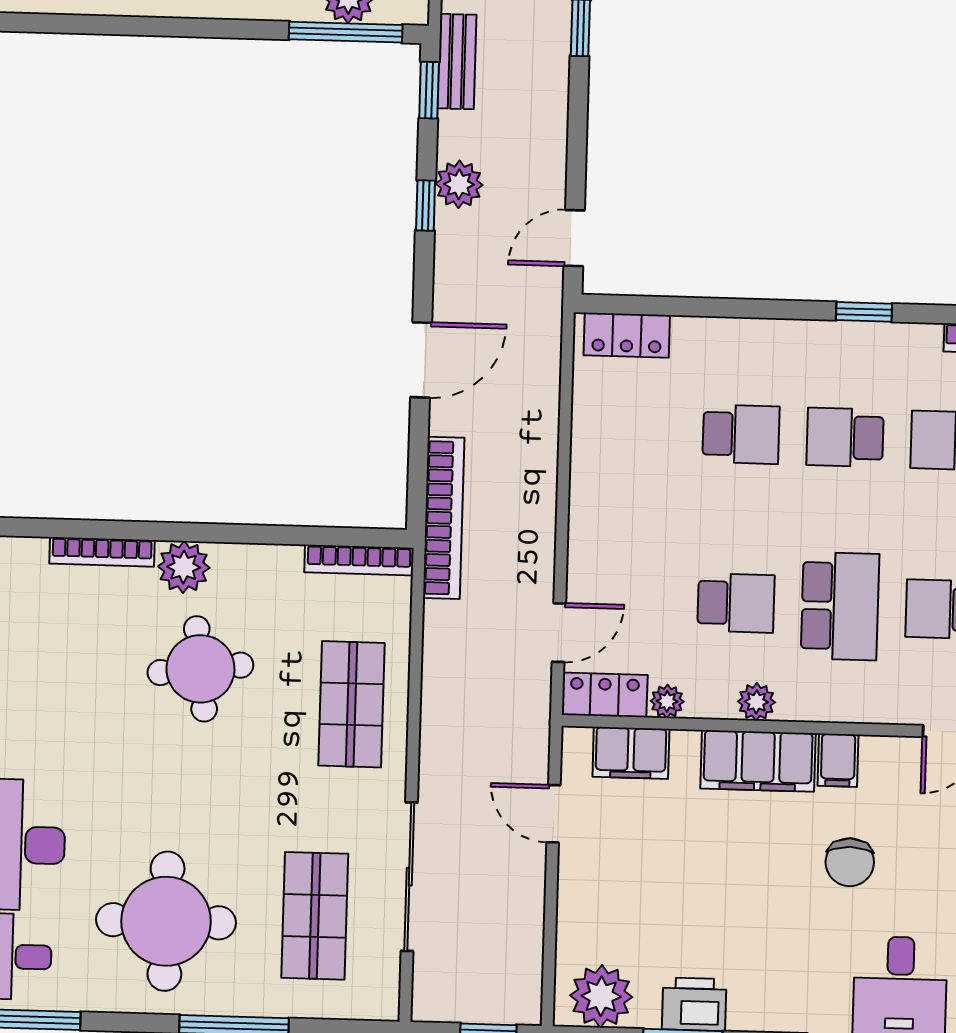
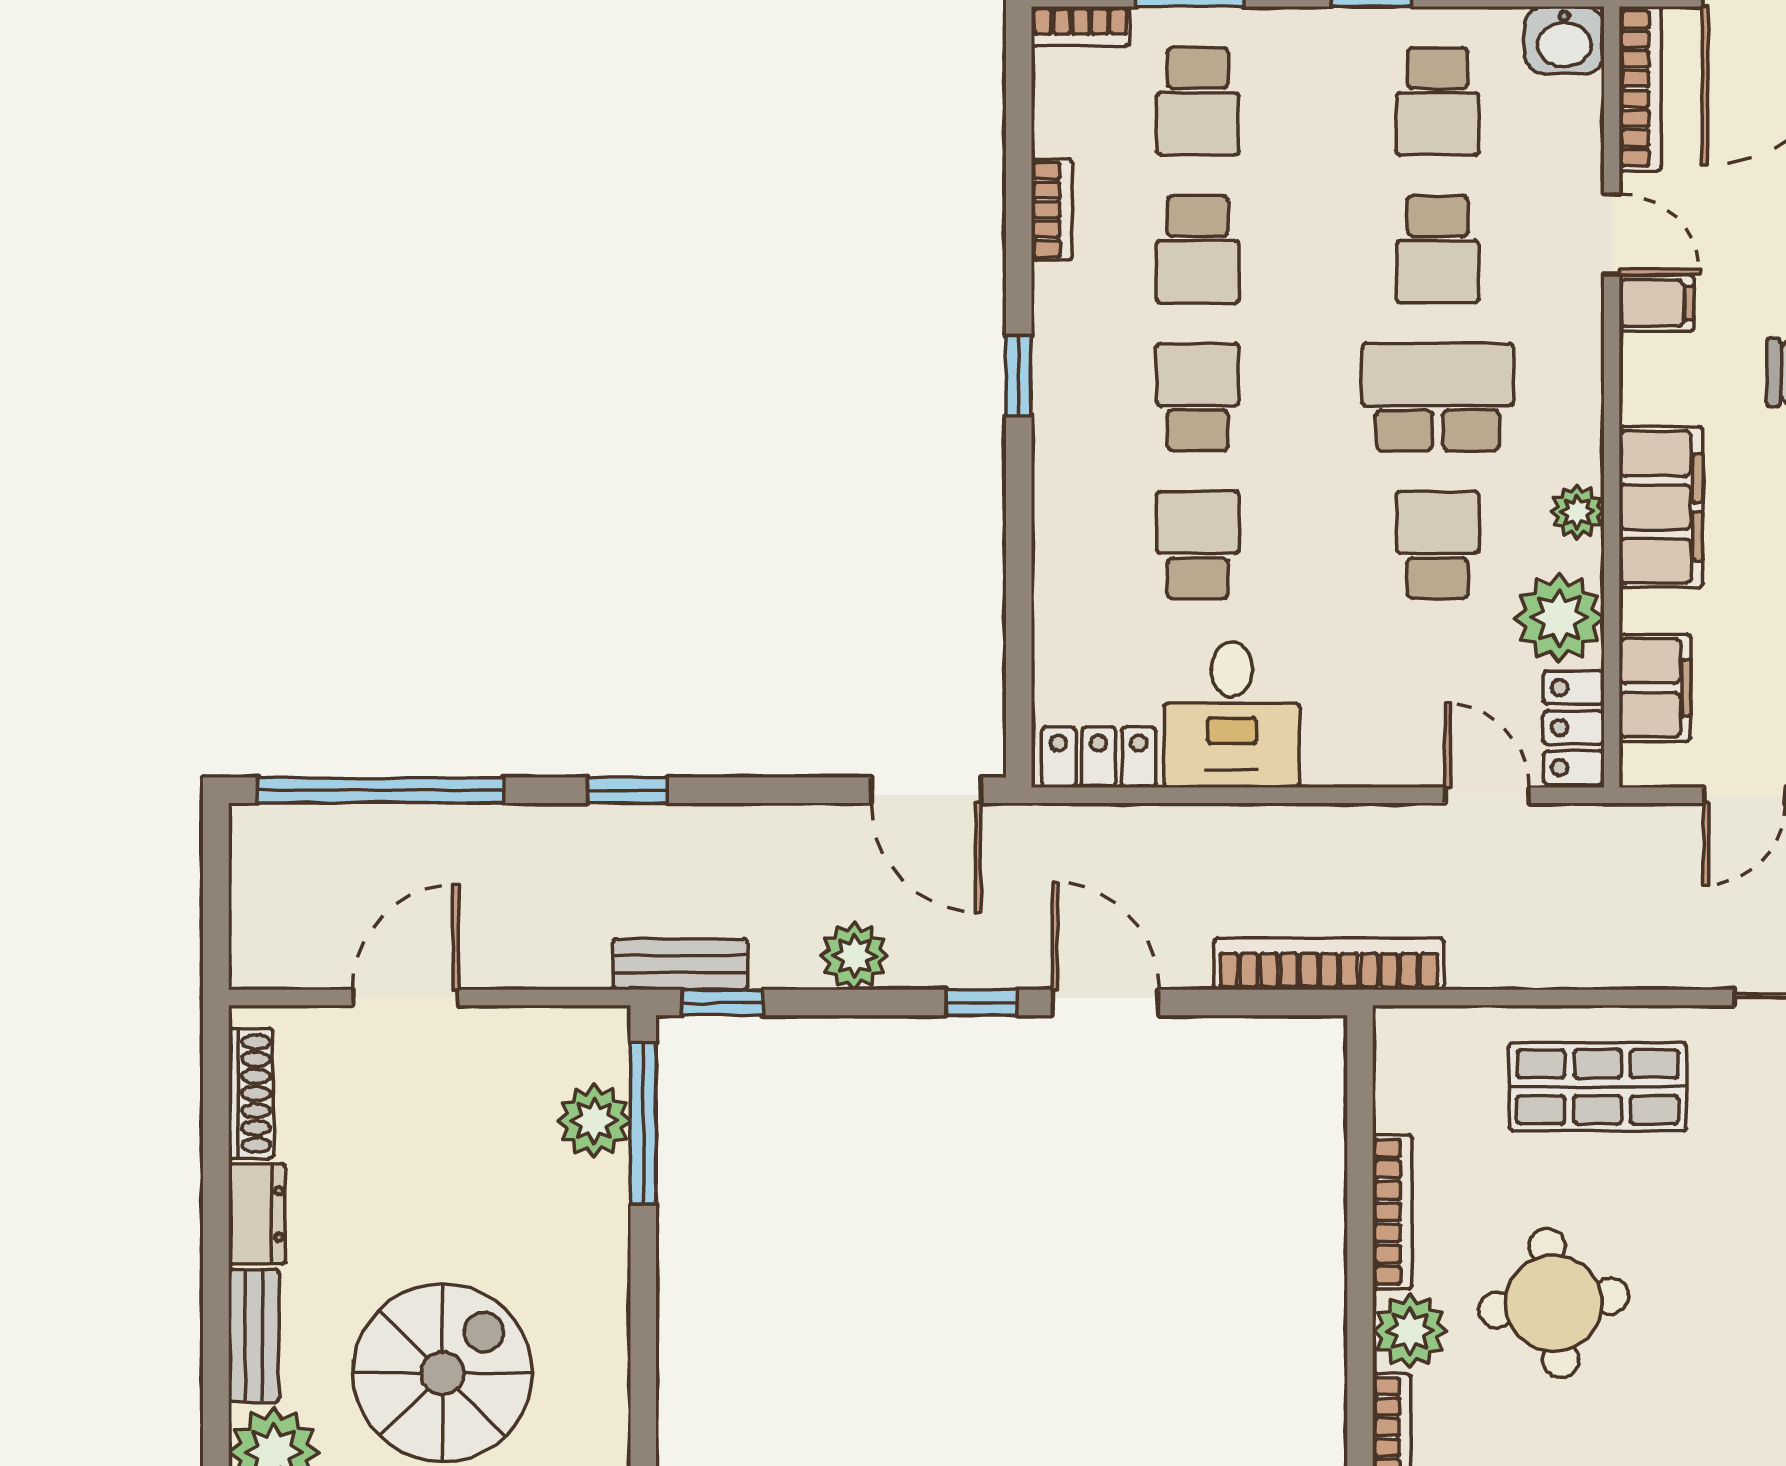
window: (426, 206) -> (981, 1003), moved
door: (574, 238) -> (926, 790), width x1.38
locker: (627, 335) -> (1099, 757), moved, turned -90
school desk: (845, 437) -> (1198, 397), turned 180
desk: (621, 455) -> (1232, 715), added
bookcase: (359, 560) -> (1392, 1212), moved
plant: (667, 701) -> (1559, 618), width x1.87, depth x1.87
filing cabinet: (838, 760) -> (1657, 303), moved

